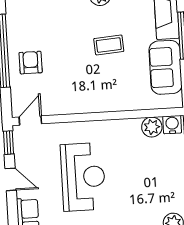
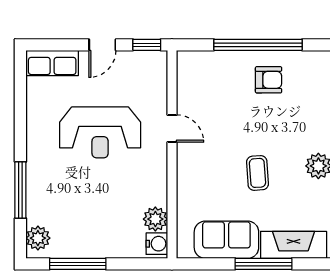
armchair: (31, 63) -> (269, 80), moved
door: (30, 120) -> (172, 129), moved

